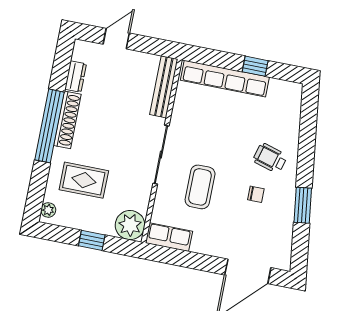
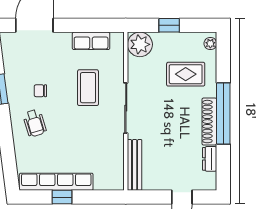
row of seats: (225, 79) -> (56, 182), moved
wheelchair: (270, 158) -> (35, 123), turned 57
row of seats: (169, 237) -> (91, 41), moved

